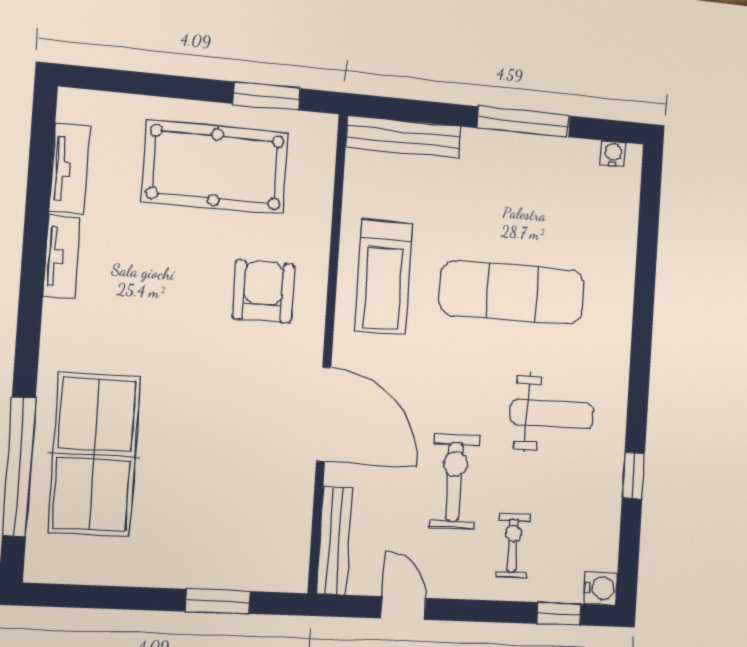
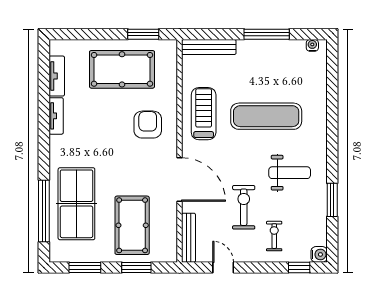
treadmill: (384, 277) -> (204, 114), turned 180
window: (633, 476) -> (332, 200), width x1.50
pool table: (215, 508) -> (132, 225), added
window: (103, 597) -> (85, 268), added

